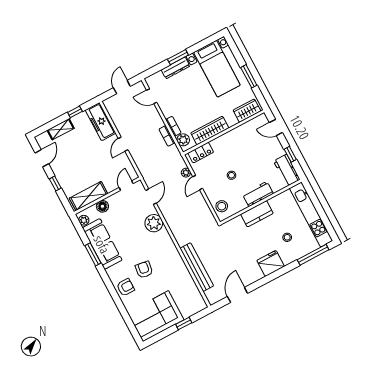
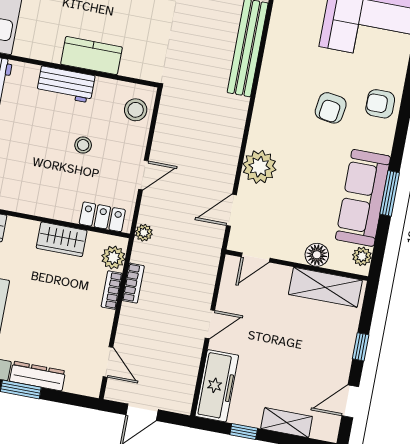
wardrobe: (210, 130) -> (62, 239), width x0.67
plant: (186, 173) -> (144, 233), moved

